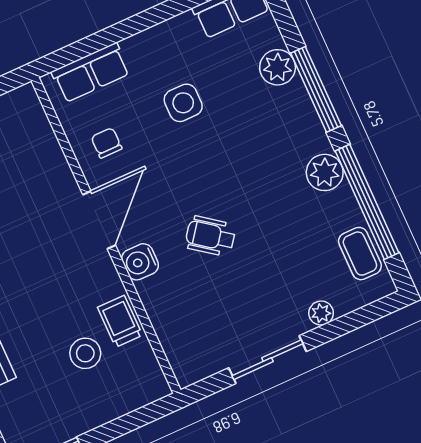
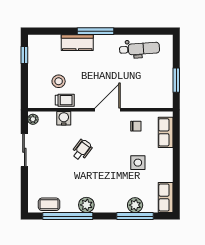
window: (316, 89) -> (135, 216), moved
door: (99, 220) -> (107, 110), swing flipped
water cooler: (140, 262) -> (64, 118), moved
plant: (321, 313) -> (33, 119), moved

